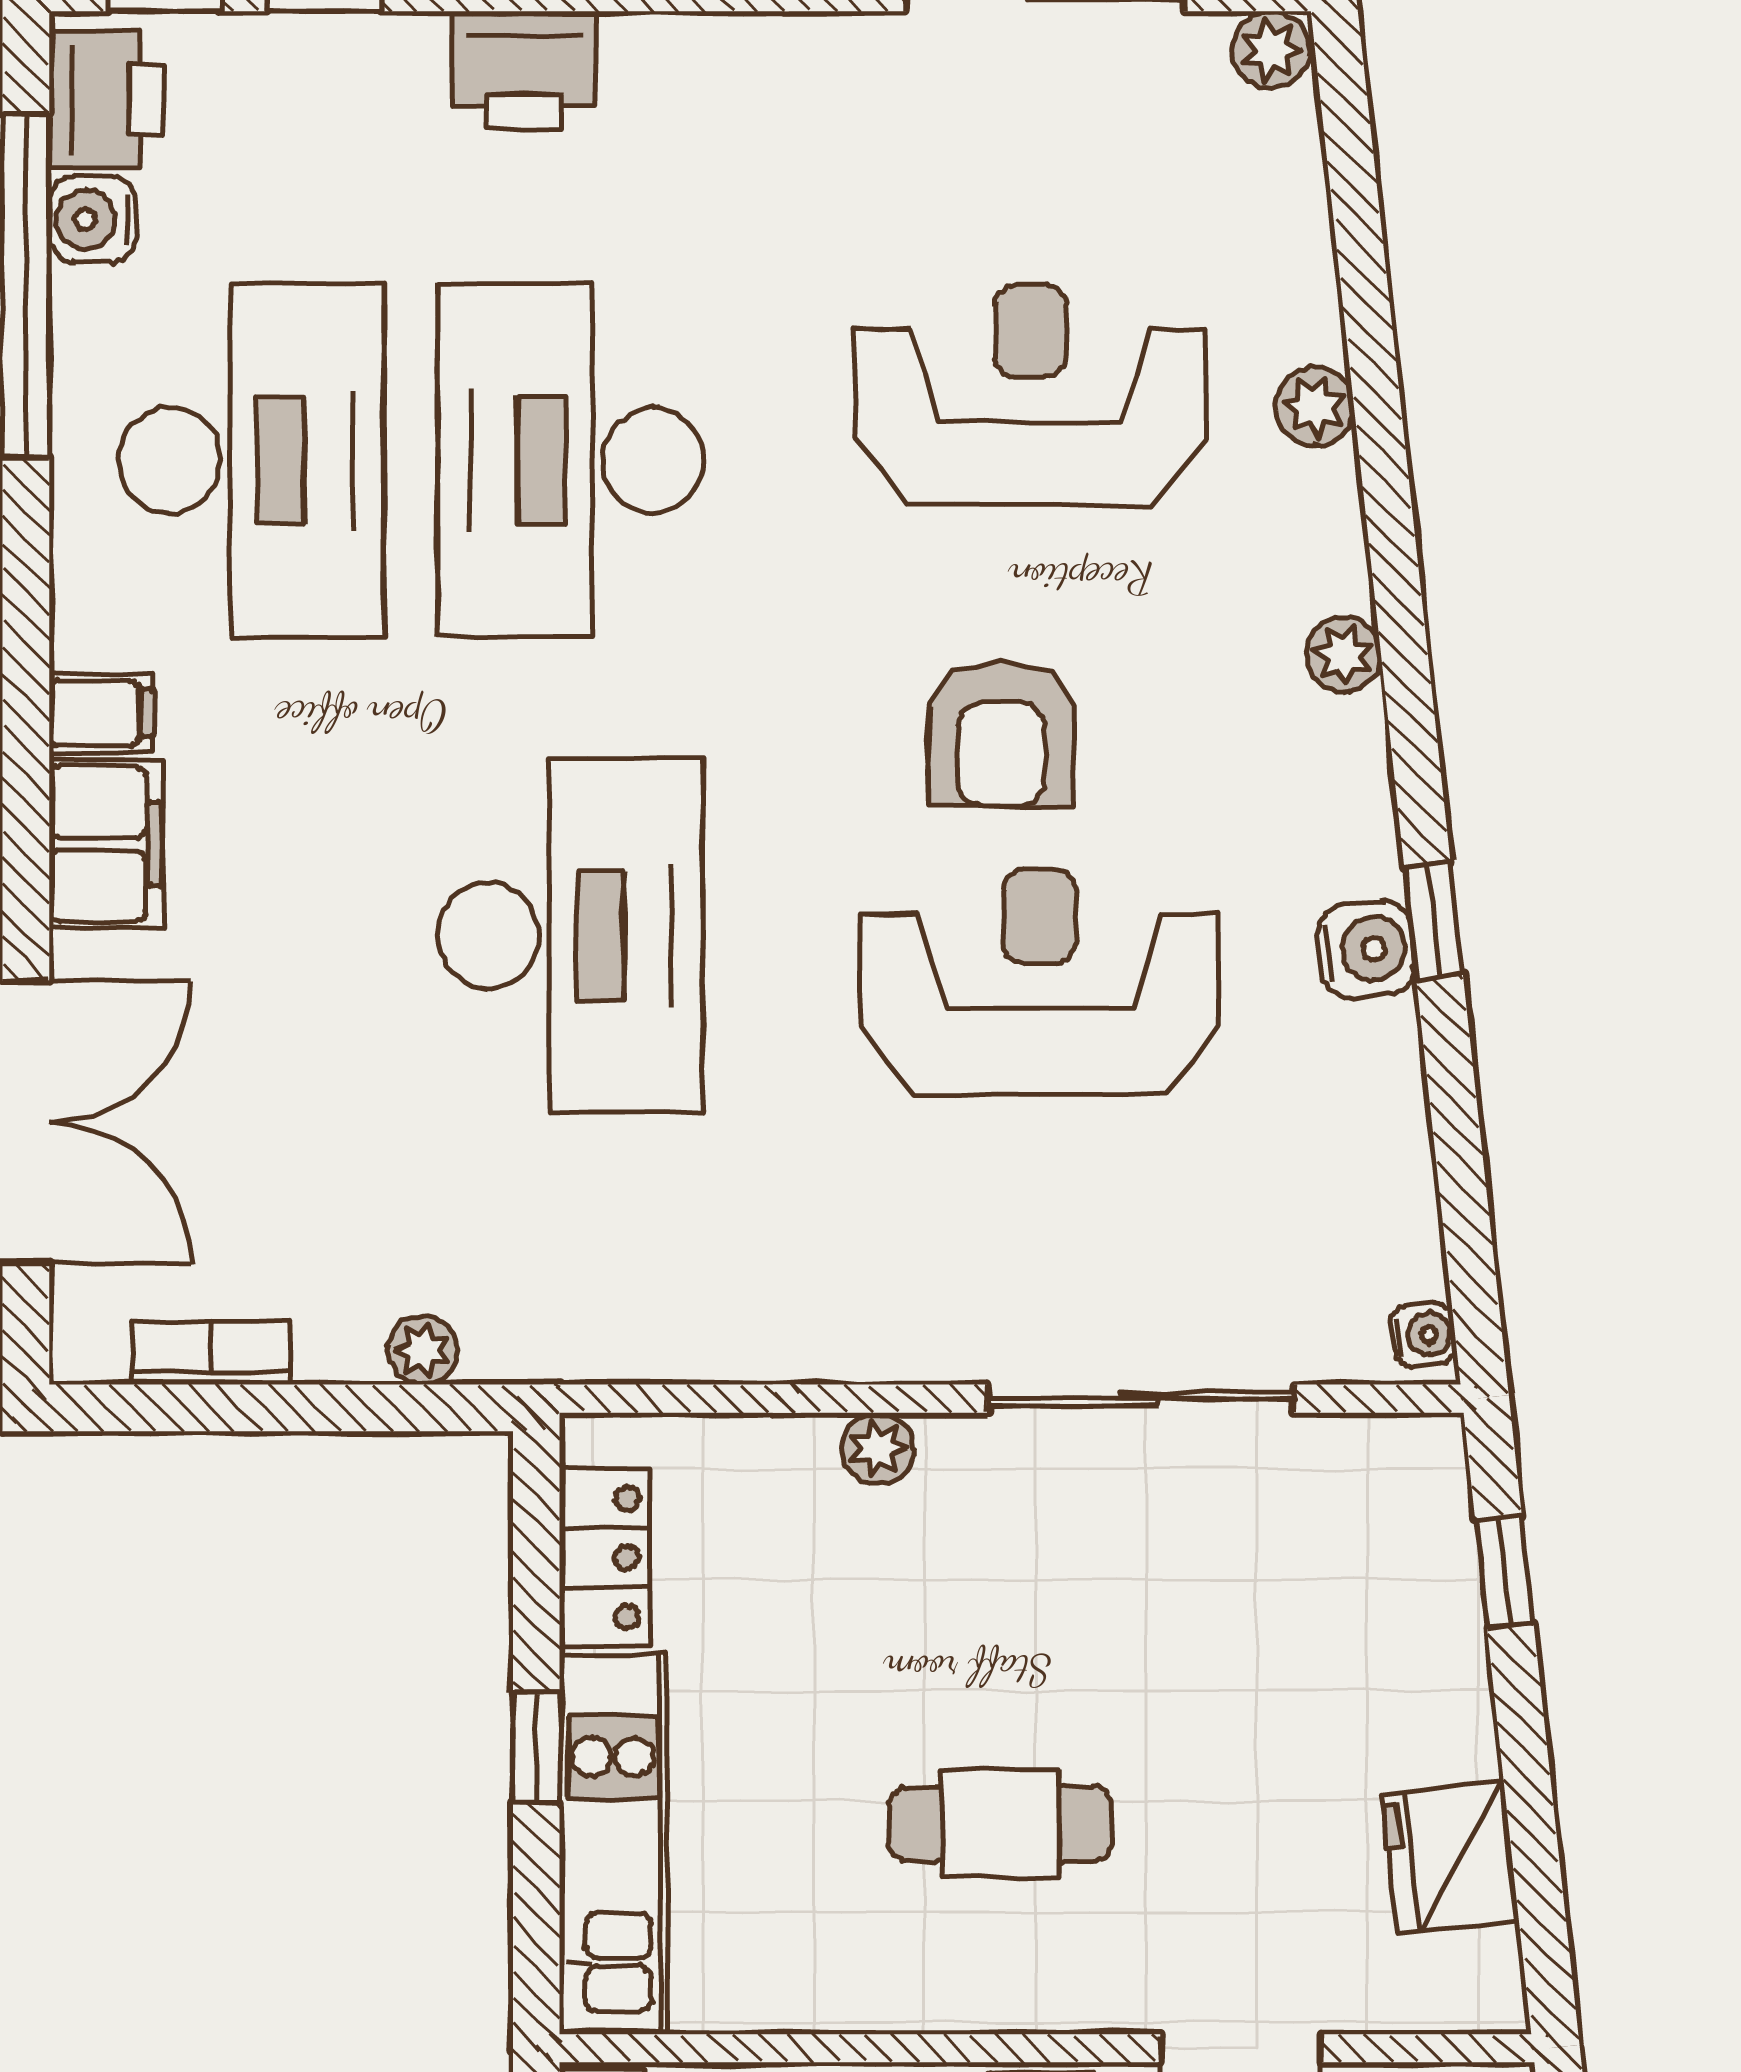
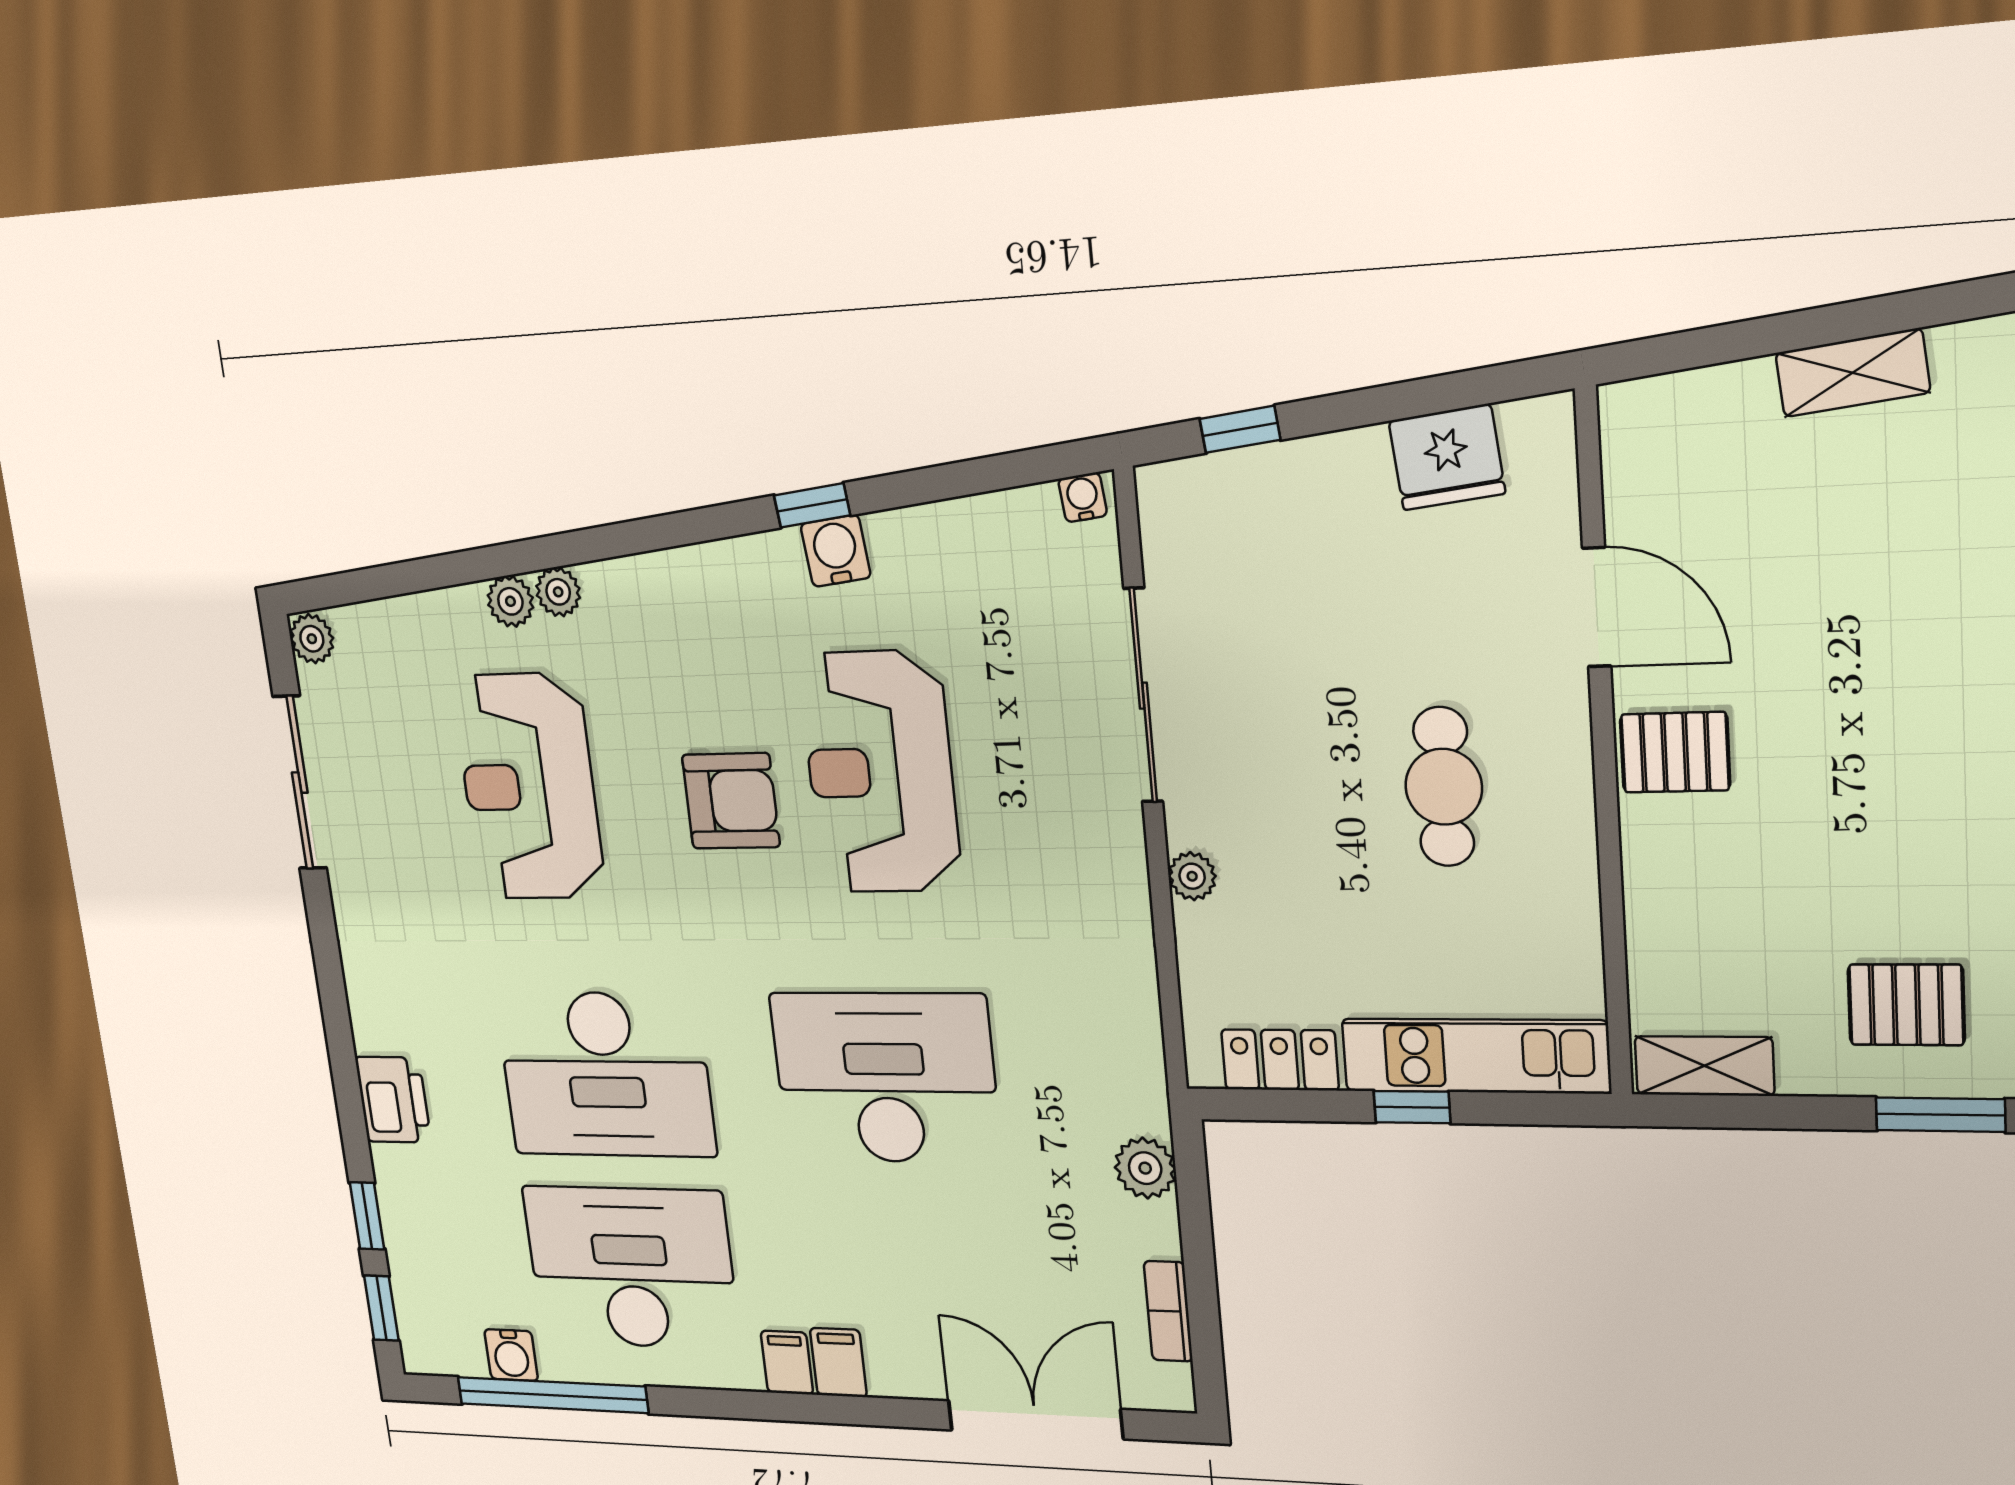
printer: (106, 100) -> (446, 1344), removed
plant: (1344, 654) -> (558, 592), moved
filing cabinet: (105, 844) -> (838, 1362), width x0.50
plant: (423, 1350) -> (1145, 1168), width x1.38, depth x1.38

